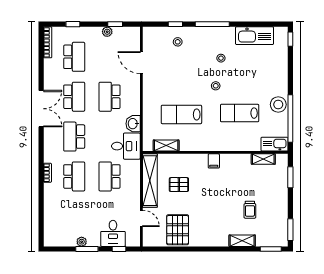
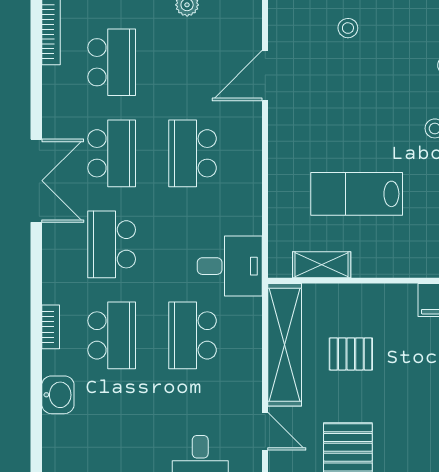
door: (141, 63) -> (265, 75), hinge flipped
washbasin: (133, 124) -> (58, 395), moved, turned 180

